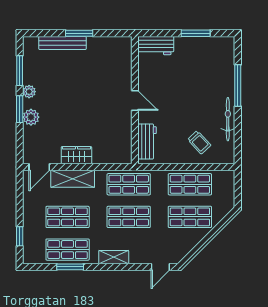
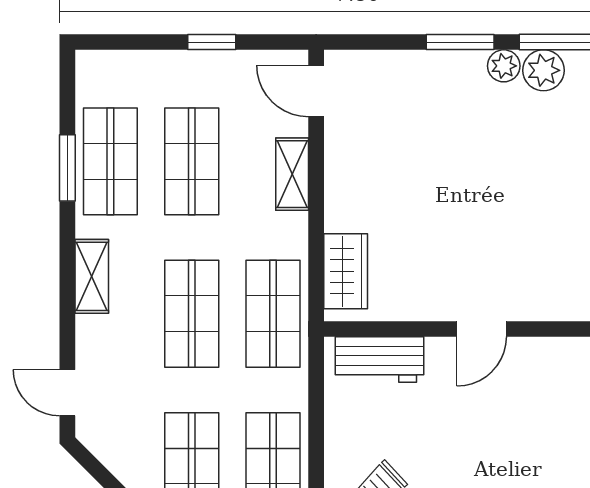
plant: (31, 117) -> (544, 70), moved
wardrobe: (76, 155) -> (346, 271), moved
shelving: (73, 179) -> (292, 174), width x0.67, depth x0.75
window: (20, 236) -> (212, 42), moved

